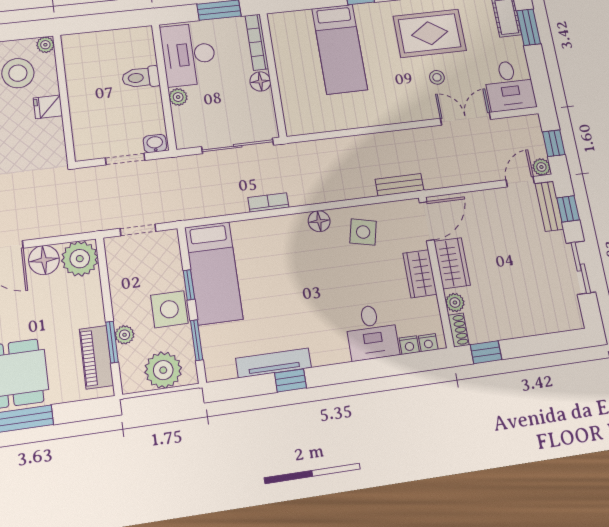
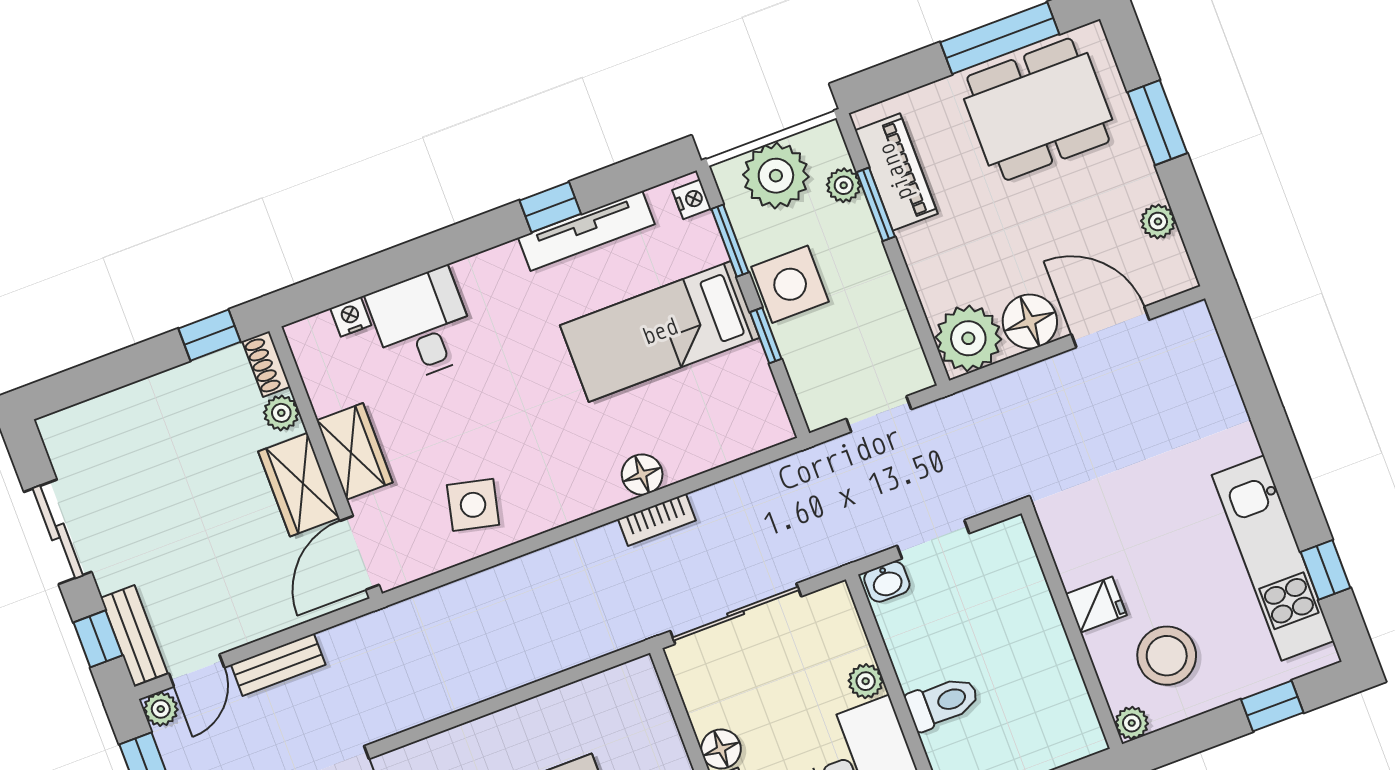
bench: (399, 185) -> (278, 665), moved
floor lamp: (319, 221) -> (642, 475), moved
bed: (214, 273) -> (660, 332), moved, turned -90
plant: (125, 335) -> (844, 185), moved
nightstand: (428, 343) -> (692, 199), moved, turned 90

